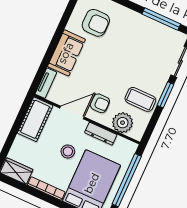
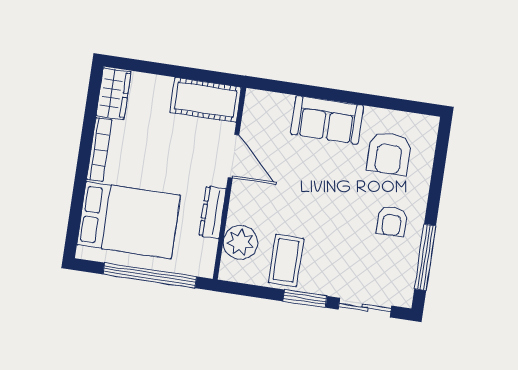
tv unit: (46, 83) -> (269, 101), removed
armchair: (100, 103) -> (392, 221), moved
stool: (68, 151) -> (169, 167), removed

